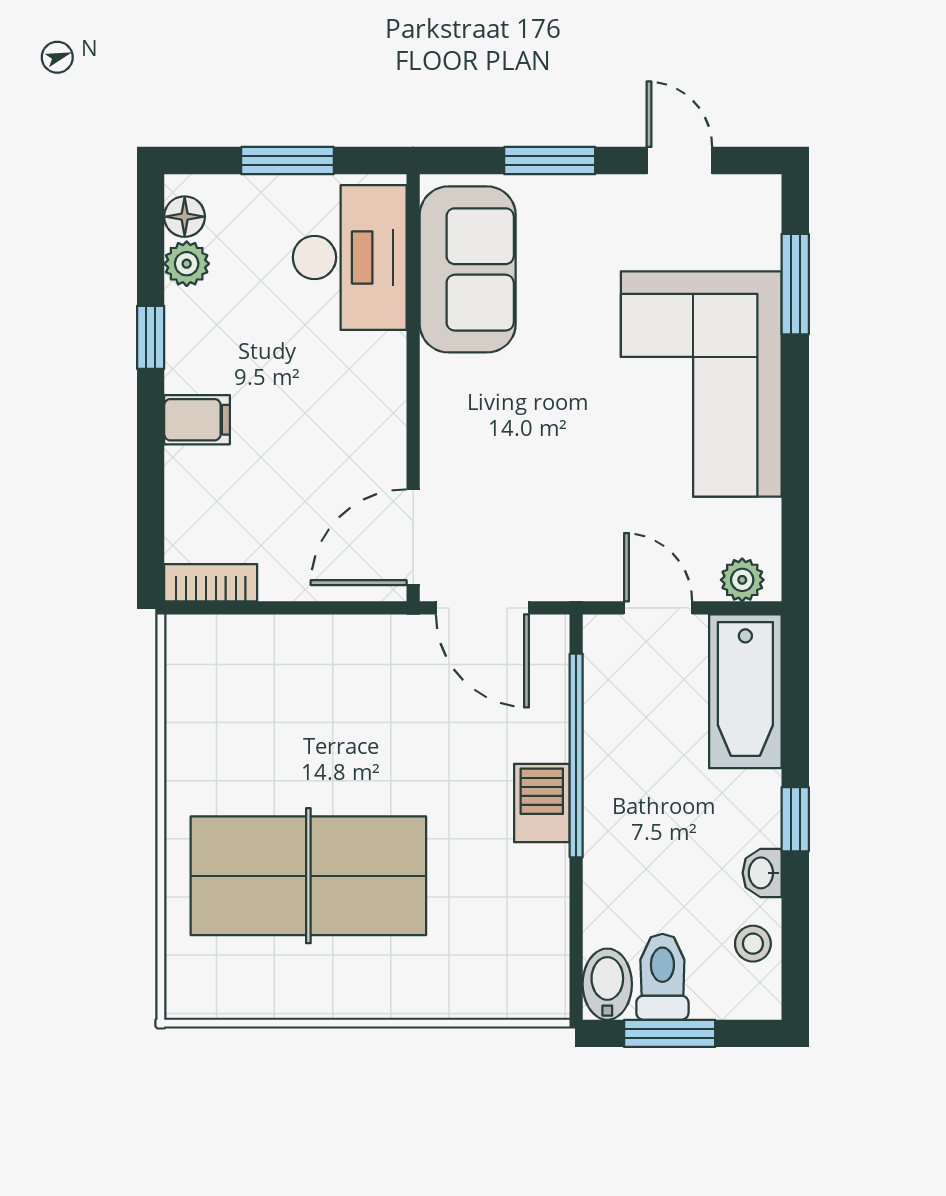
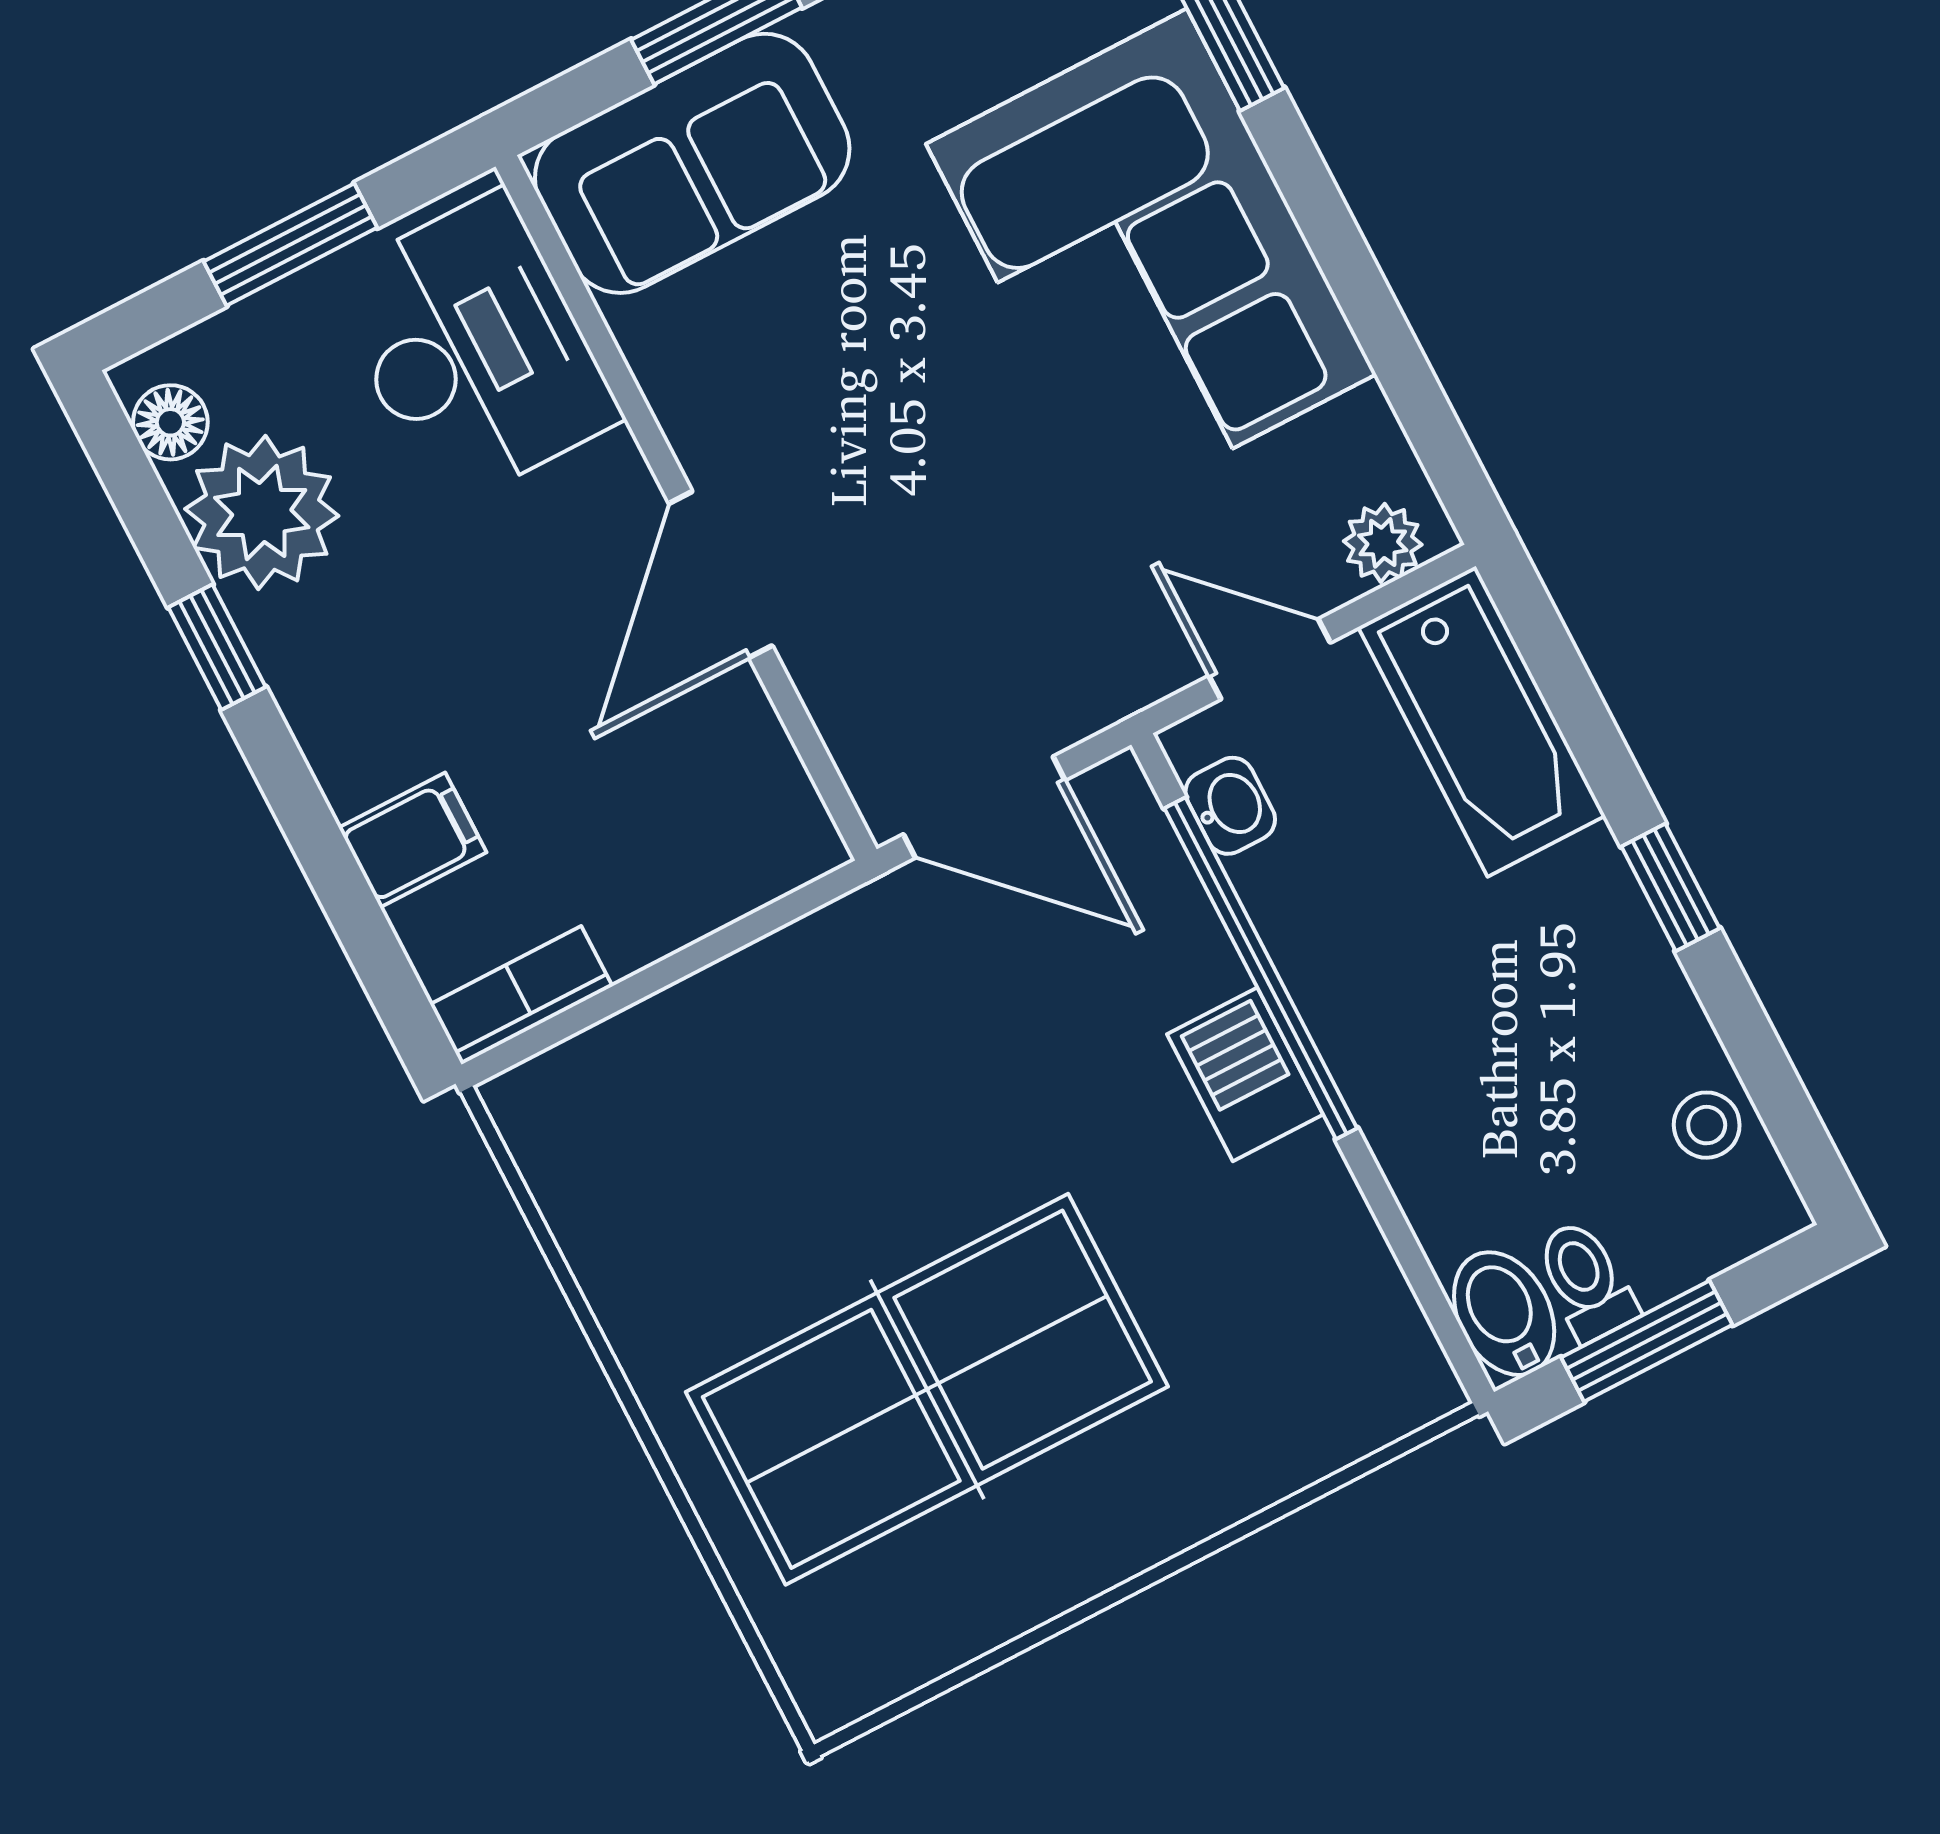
plant: (187, 264) -> (262, 512), width x1.87, depth x1.87
sofa: (468, 269) -> (692, 163), moved, turned 90
filing cabinet: (197, 420) -> (413, 840), moved
door: (413, 537) -> (721, 575), moved
washbasin: (762, 873) -> (1230, 806), moved, turned 180
toilet: (662, 977) -> (1586, 1281), width x0.73, depth x0.72

